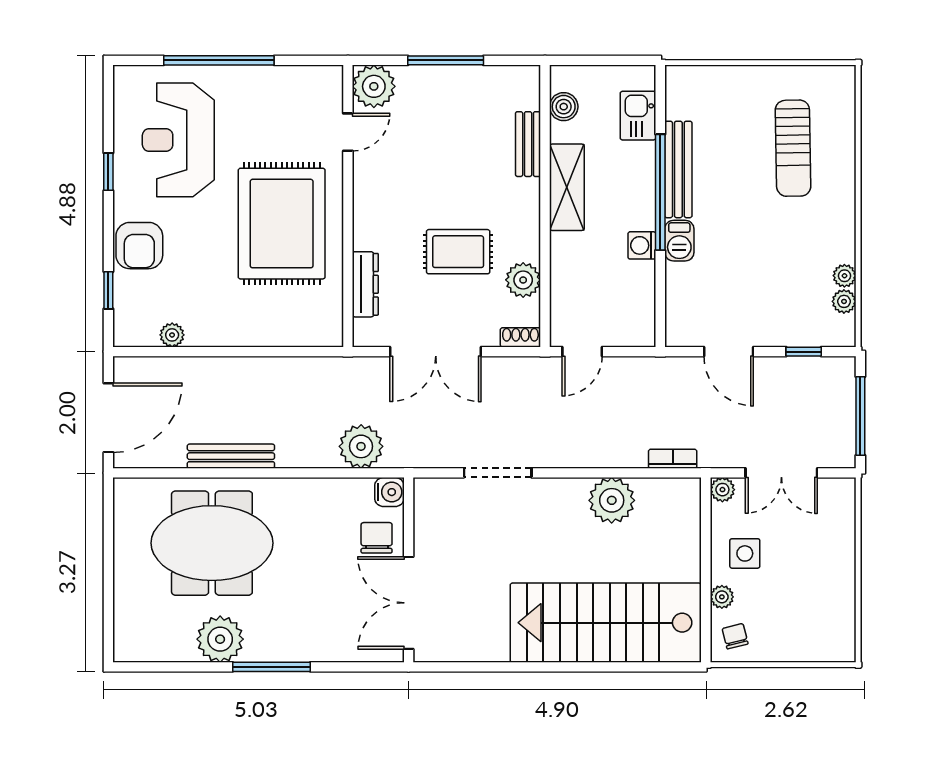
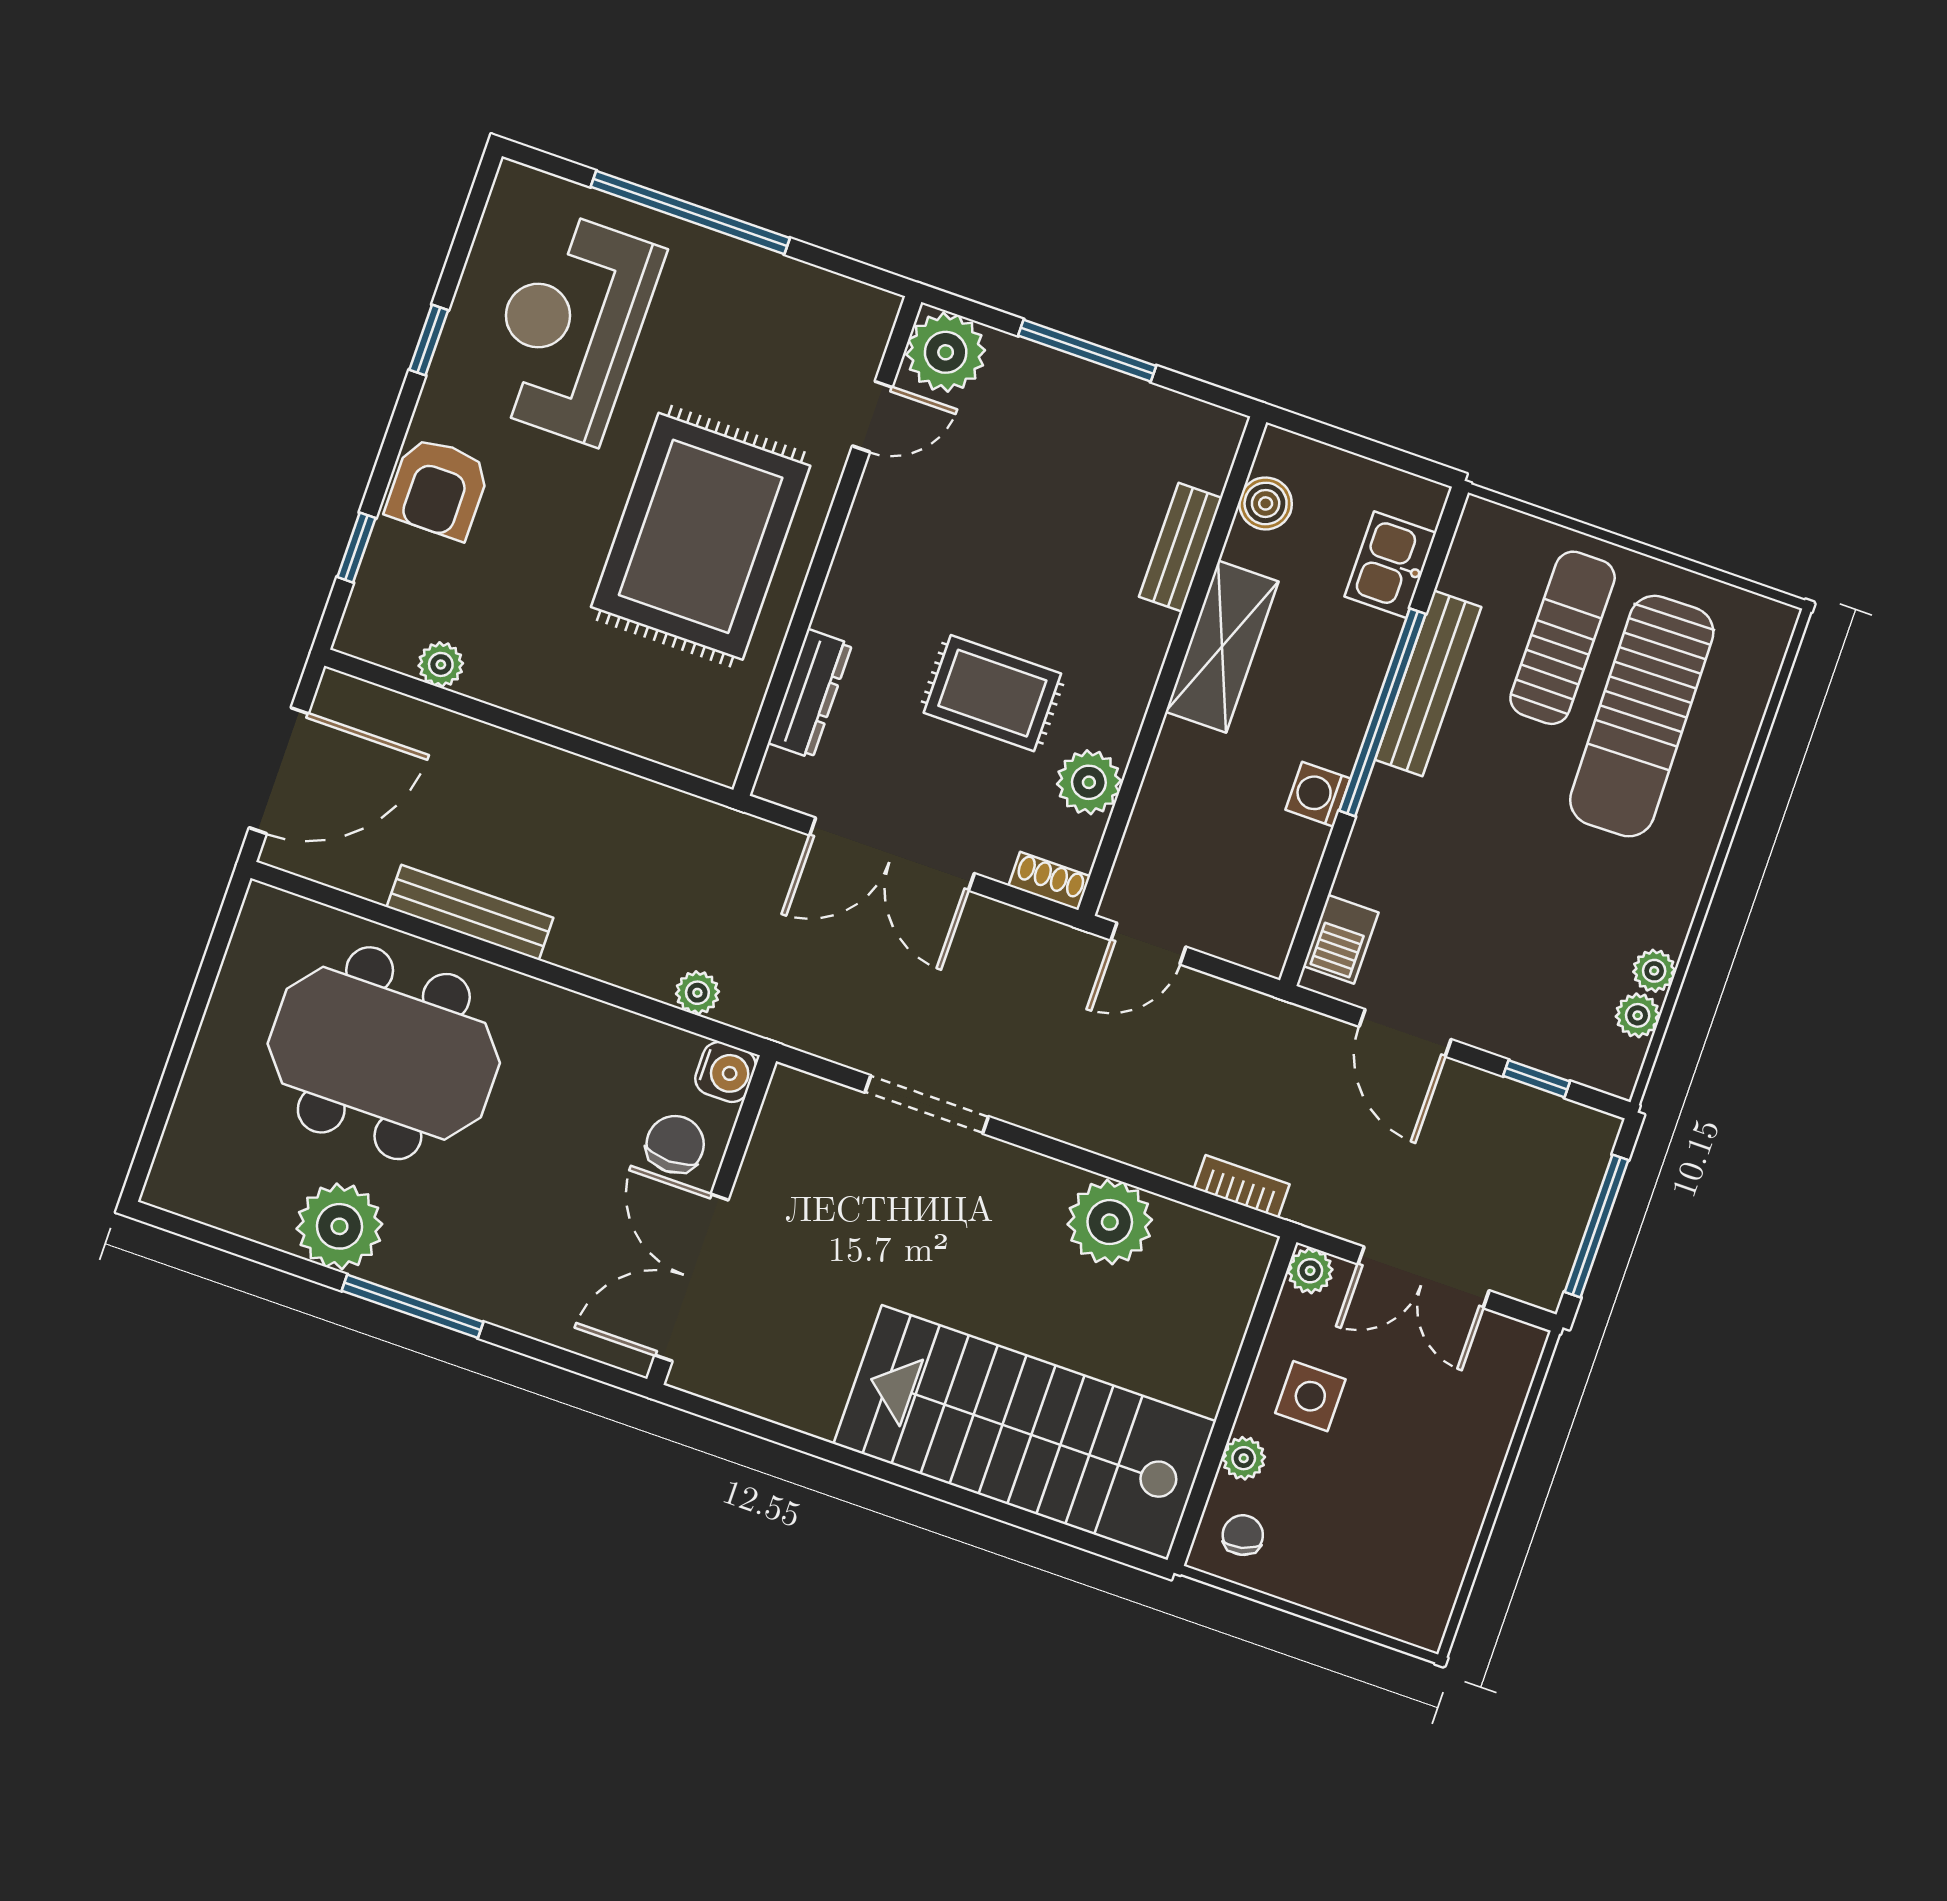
sun lounger: (739, 122) -> (1563, 638), added
sun lounger: (793, 148) -> (1642, 716), width x1.36, depth x1.34
barbecue: (679, 241) -> (1341, 939), moved
plant: (361, 446) -> (697, 993), width x0.53, depth x0.53

